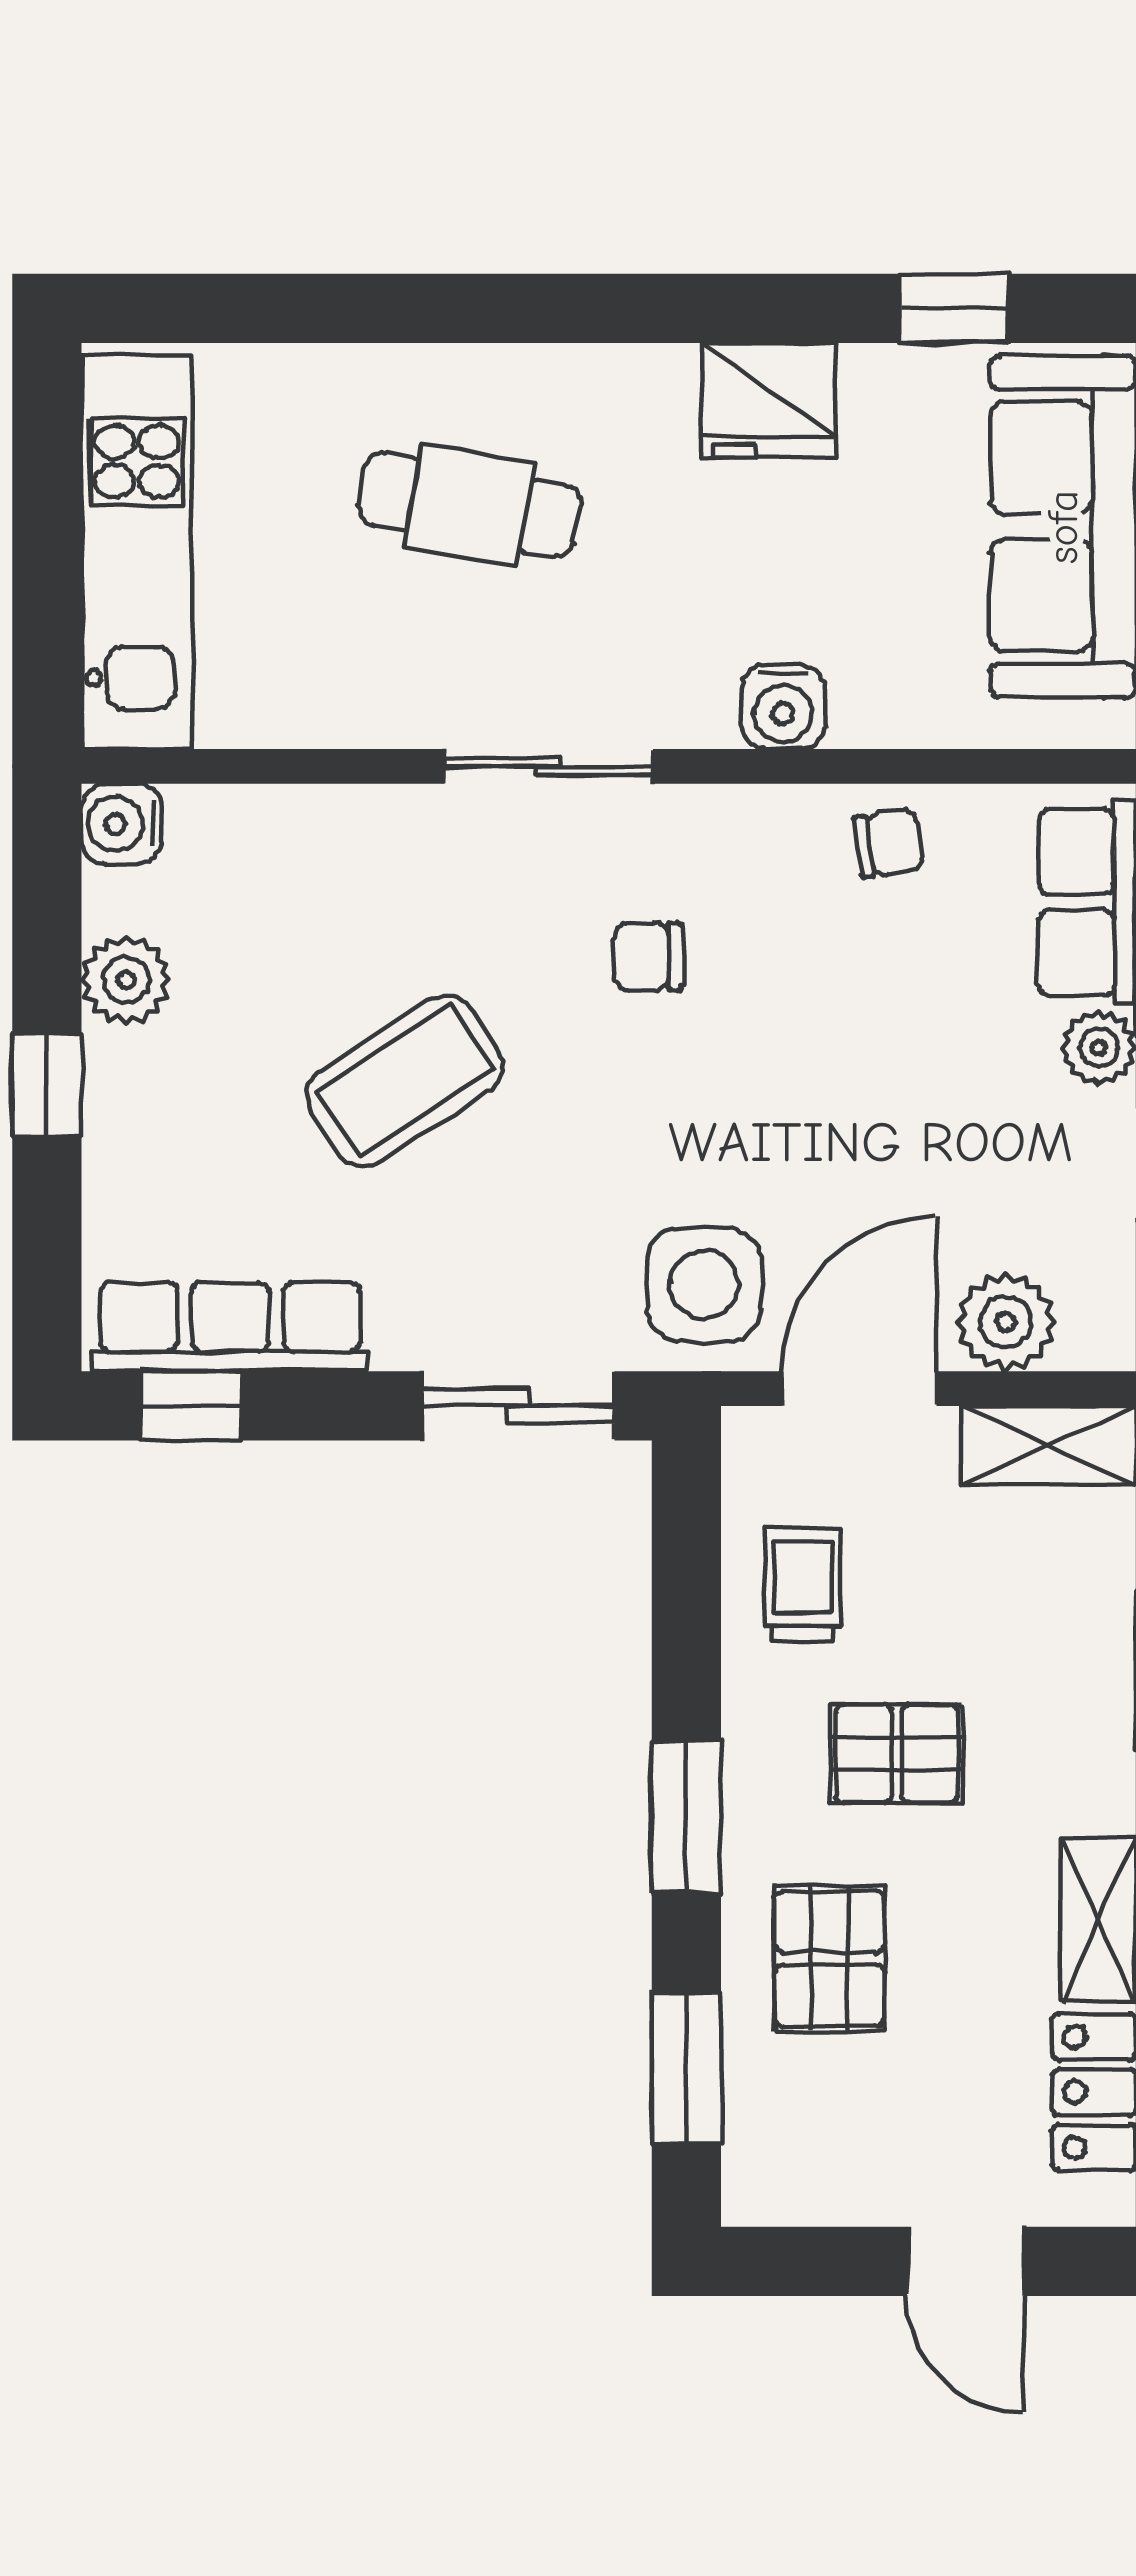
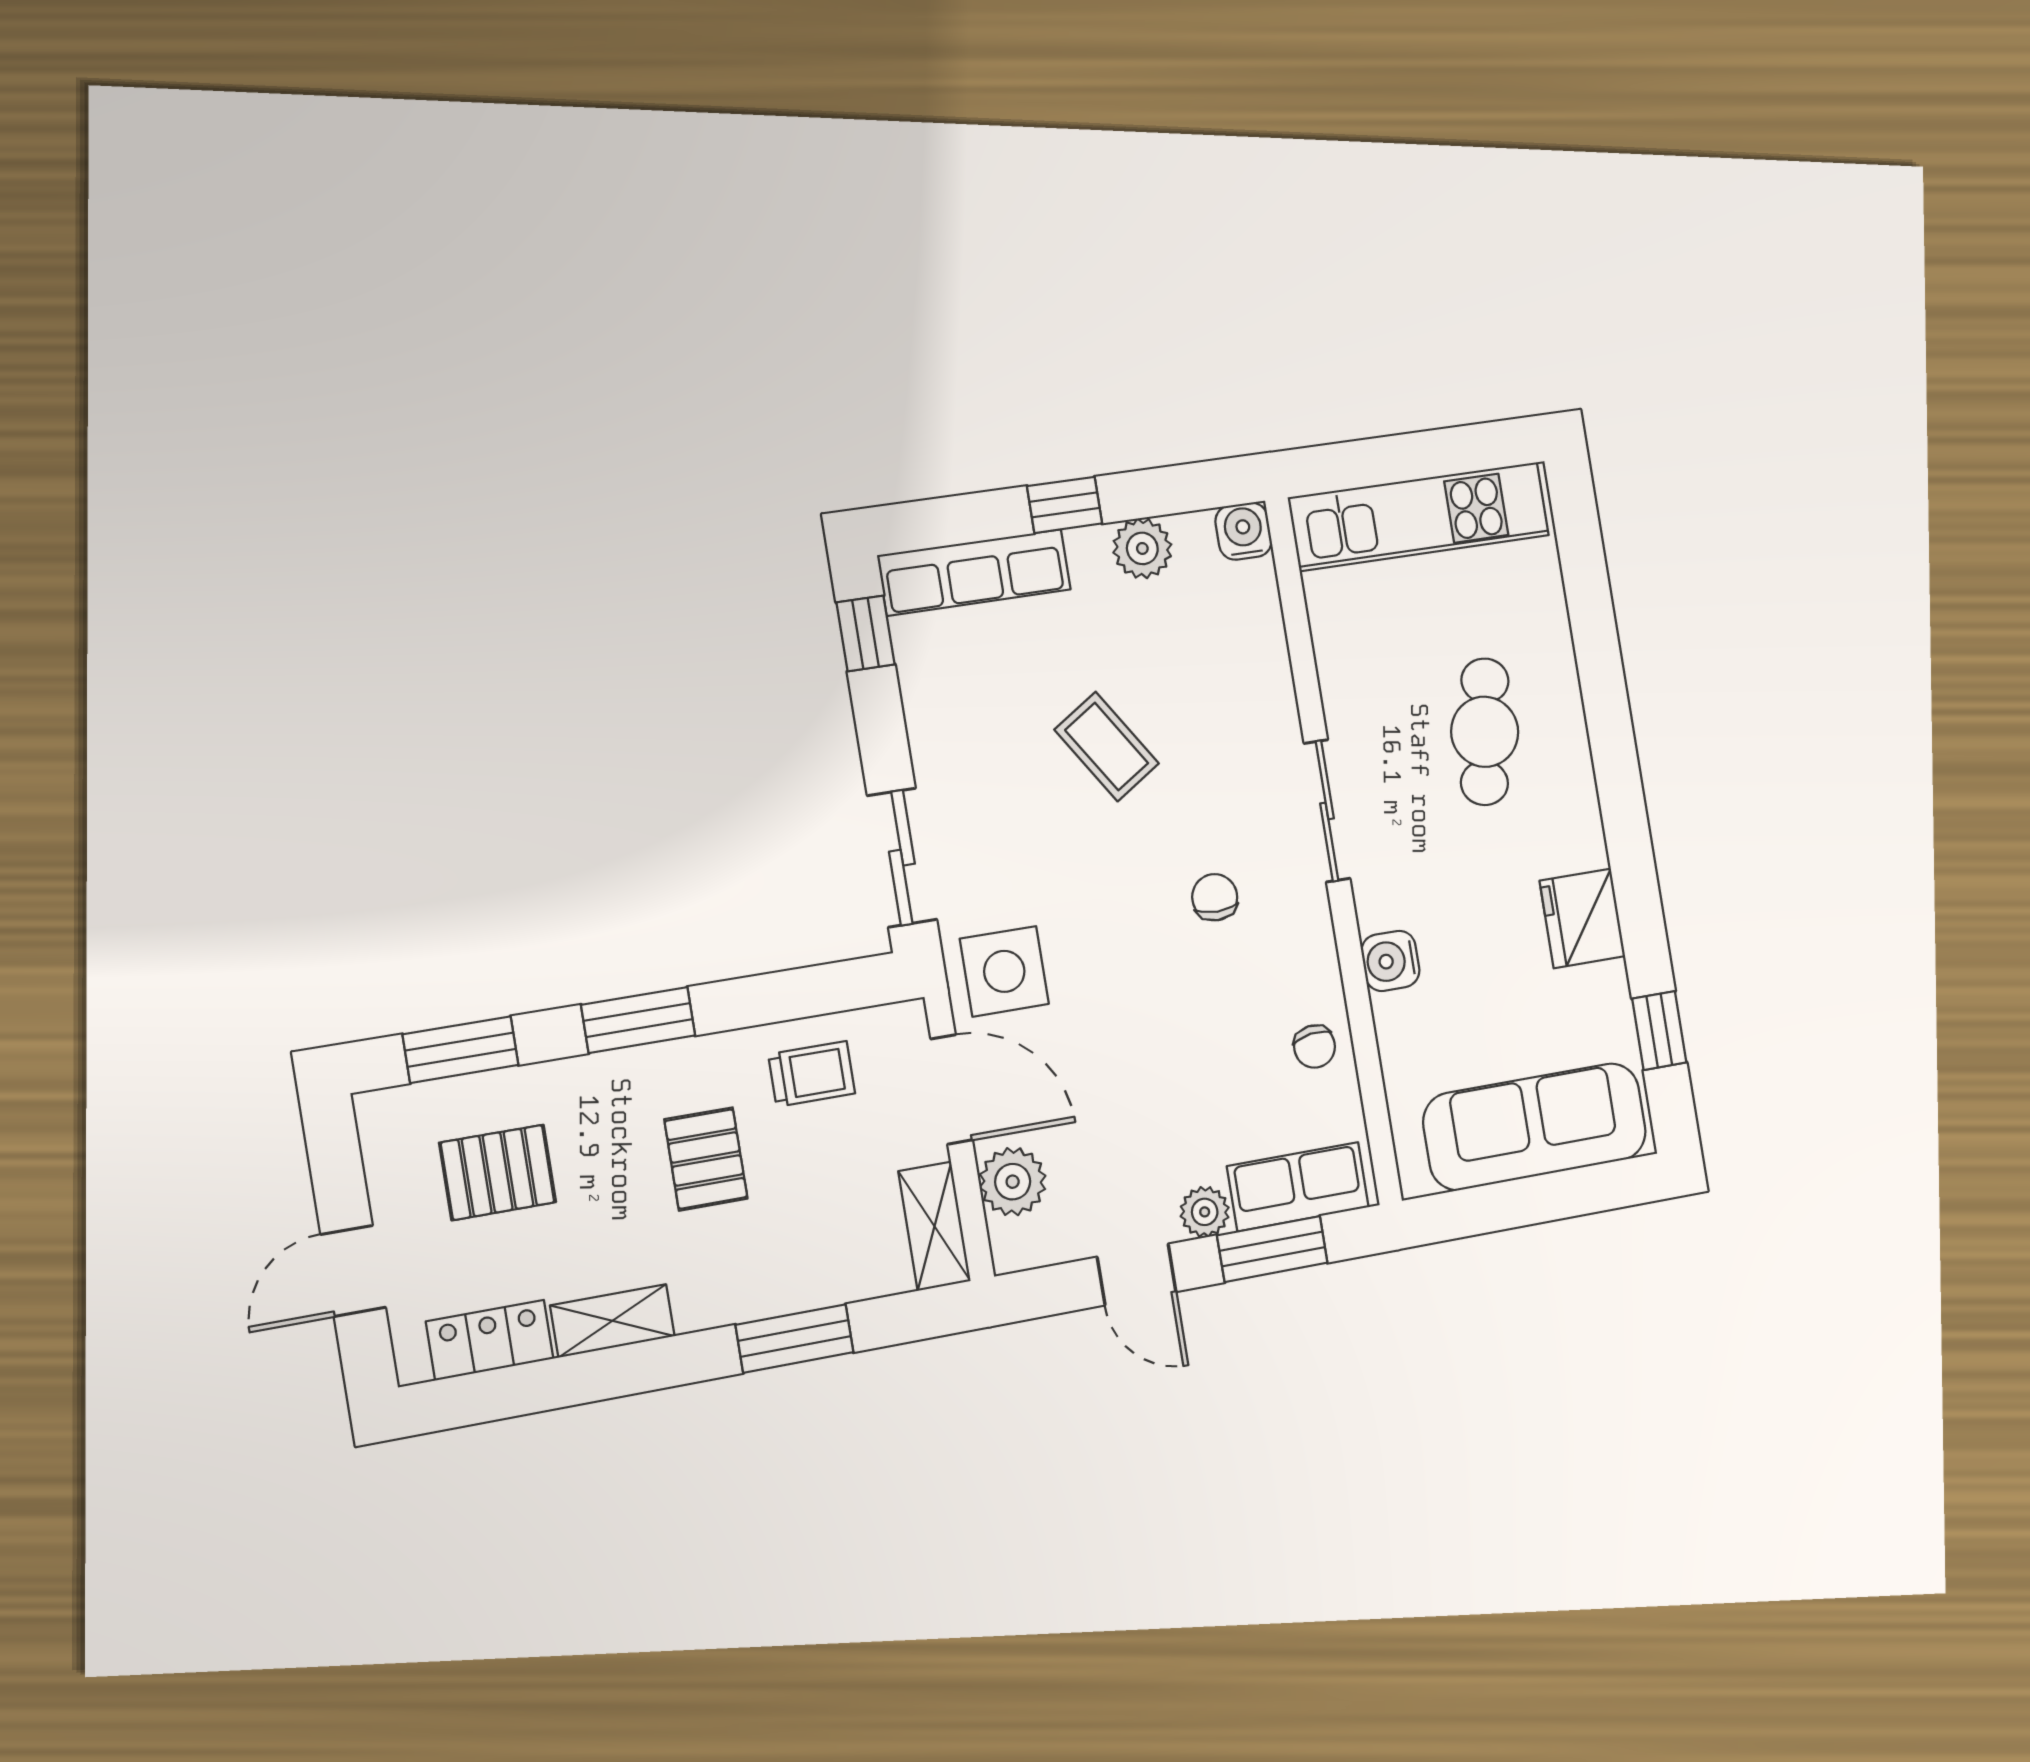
coffee table: (405, 1081) -> (1107, 747), width x0.73, depth x0.77
row of seats: (230, 1327) -> (974, 572), moved, turned 90
pallet: (829, 1959) -> (498, 1172), moved

